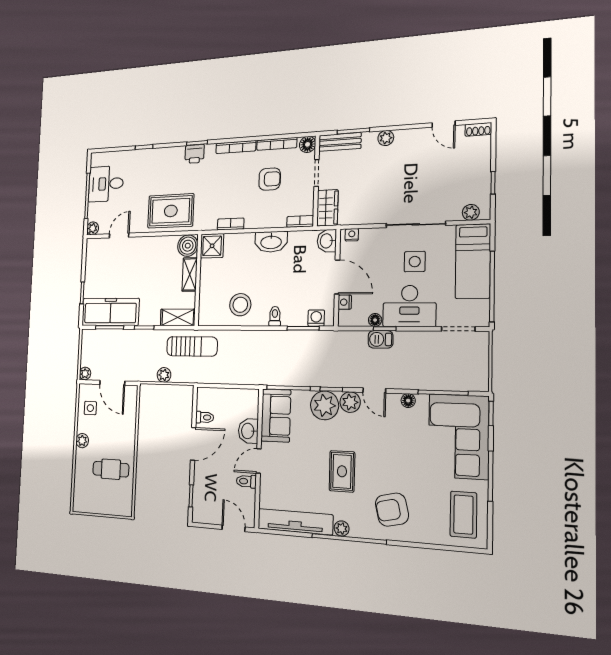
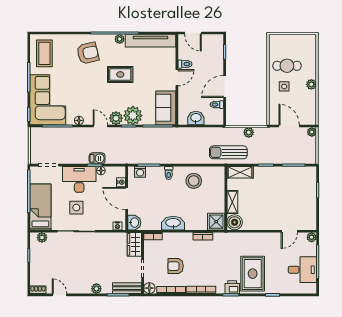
rug: (171, 211) -> (253, 274), moved, turned 90
freezer: (110, 312) -> (293, 176), removed
side table: (90, 408) -> (284, 86), moved
washbasin: (248, 431) -> (196, 118), moved, turned -90
rug: (342, 471) -> (120, 74), turned 90

